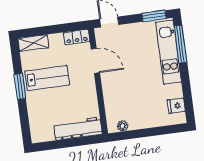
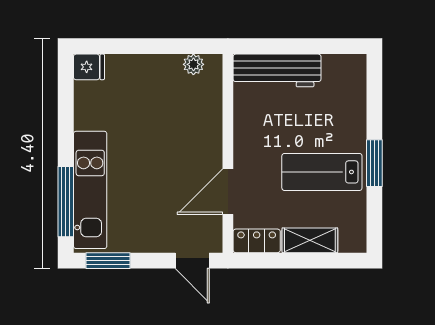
shelving: (33, 43) -> (310, 240), moved
door: (95, 61) -> (228, 192), hinge flipped
fridge: (176, 106) -> (89, 67), moved

